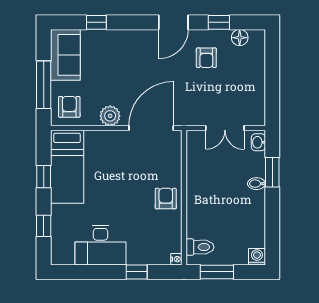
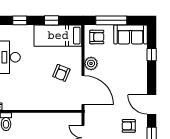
armchair: (166, 199) -> (61, 73), moved, turned 112

